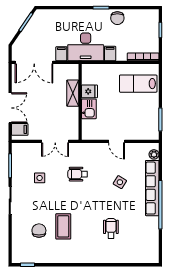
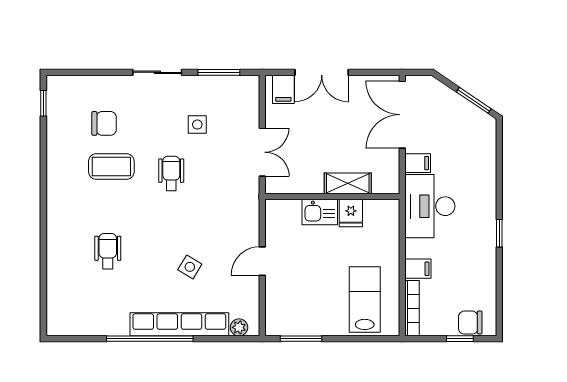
chair: (117, 18) -> (470, 323), moved
filing cabinet: (110, 54) -> (418, 269), moved
double door: (55, 141) -> (262, 152), swing flipped
wheelchair: (78, 174) -> (171, 173), moved
wheelchair: (111, 228) -> (108, 251), turned -90

